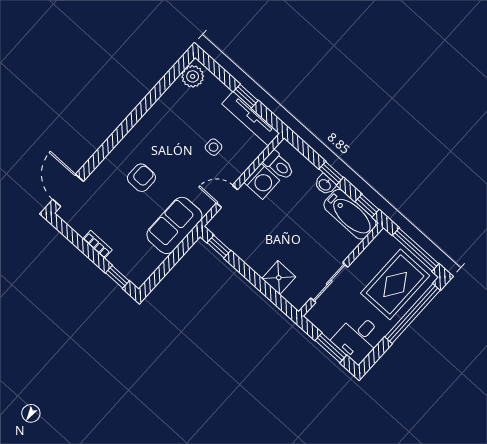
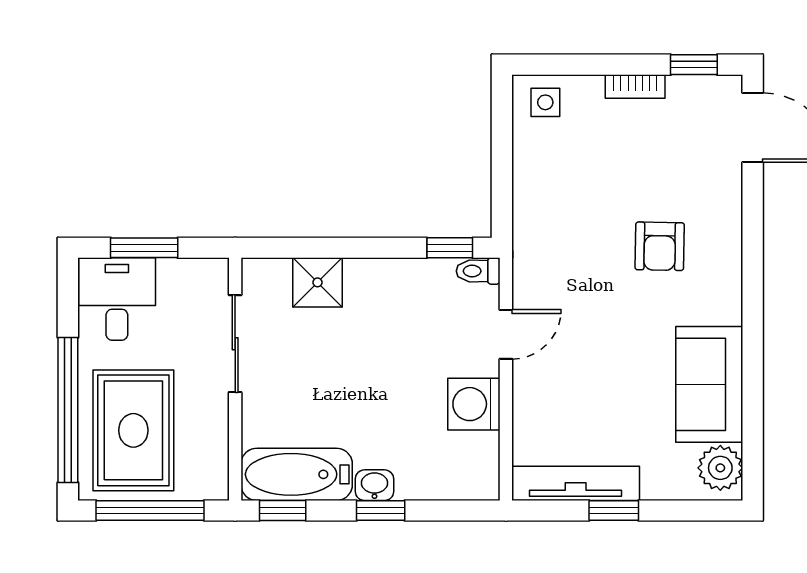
side table: (214, 147) -> (545, 102), moved
toilet: (279, 165) -> (478, 271), moved, width x0.73, depth x0.72
sofa: (174, 225) -> (709, 384), moved, turned 180
window: (117, 277) -> (694, 65), moved

